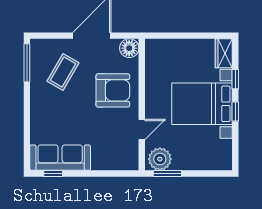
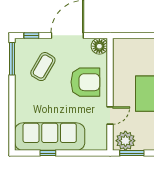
window: (50, 36) -> (31, 35), added
sofa: (60, 158) -> (50, 137), width x1.36, depth x1.27
window: (53, 174) -> (48, 153), moved

